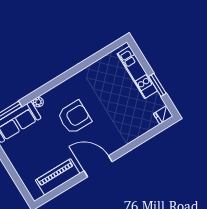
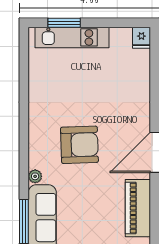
window: (157, 85) -> (64, 23), moved
armchair: (74, 117) -> (79, 145), turned 88

